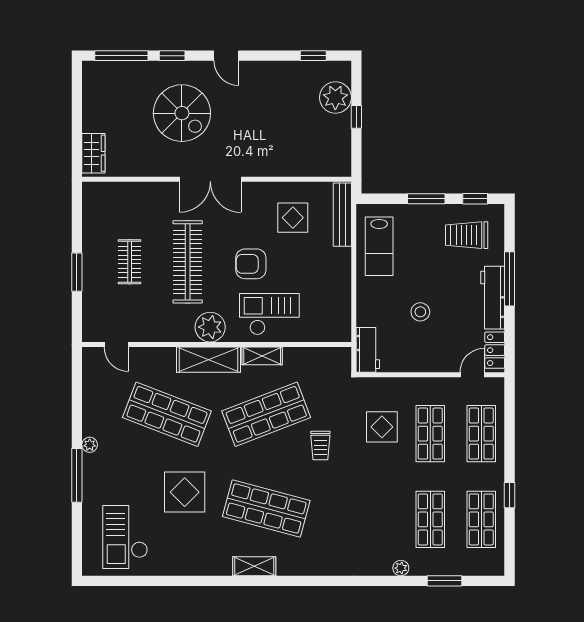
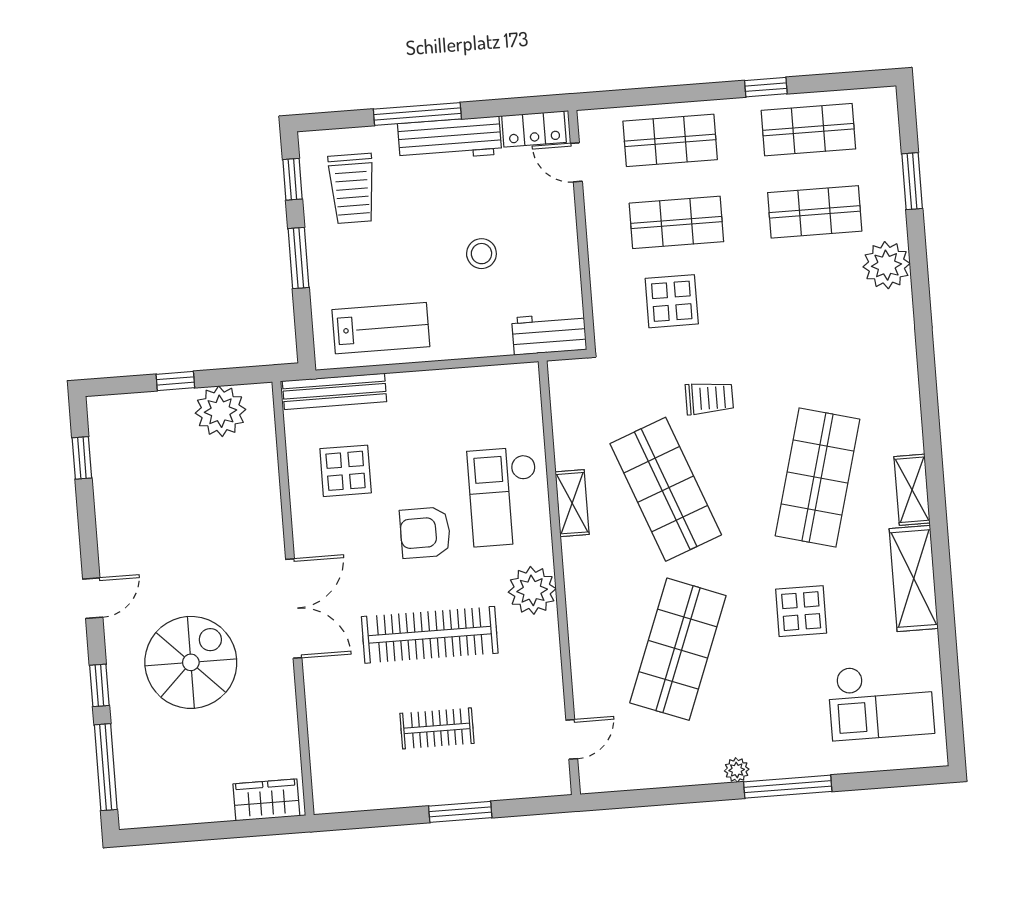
plant: (335, 97) -> (220, 411), moved
armchair: (251, 264) -> (425, 533), turned 90
shelving: (208, 360) -> (914, 579), moved
display table: (185, 492) -> (801, 611), width x0.73, depth x0.73
plant: (401, 568) -> (887, 265), width x1.87, depth x1.87

